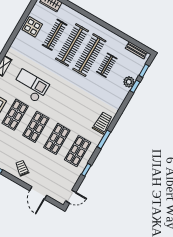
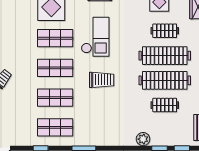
clothes rail: (55, 35) -> (165, 31), width x0.73
plant: (129, 82) -> (143, 139), moved
trolley: (102, 123) -> (102, 80), moved

